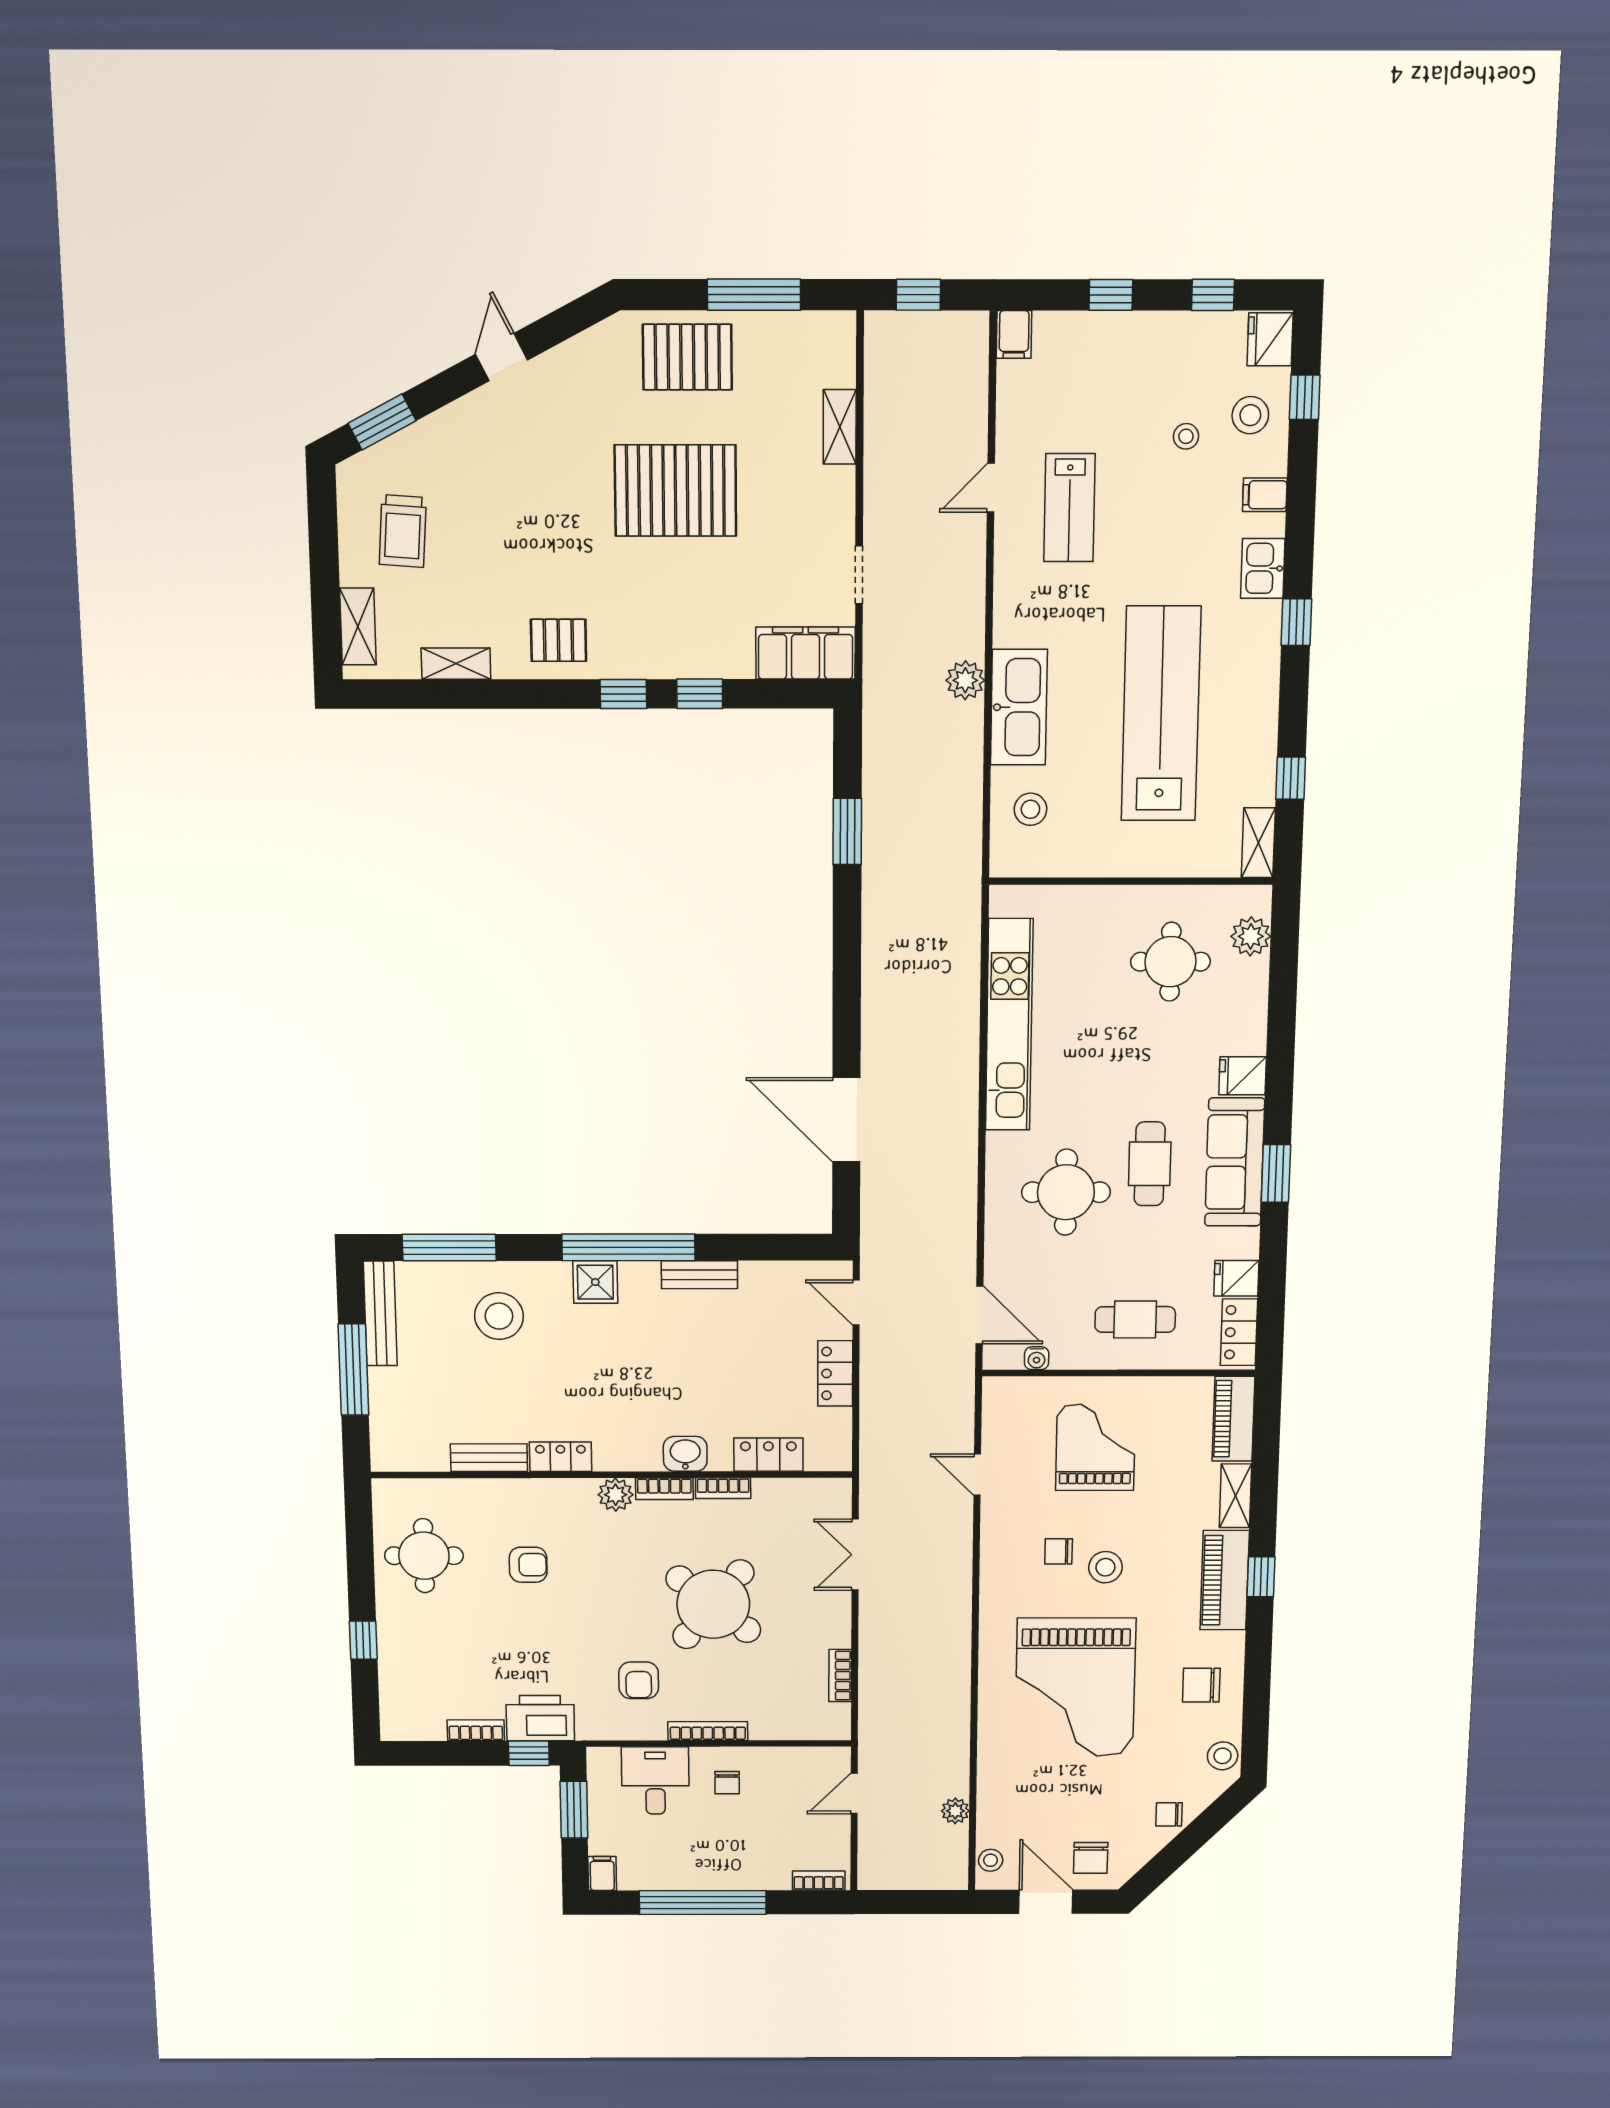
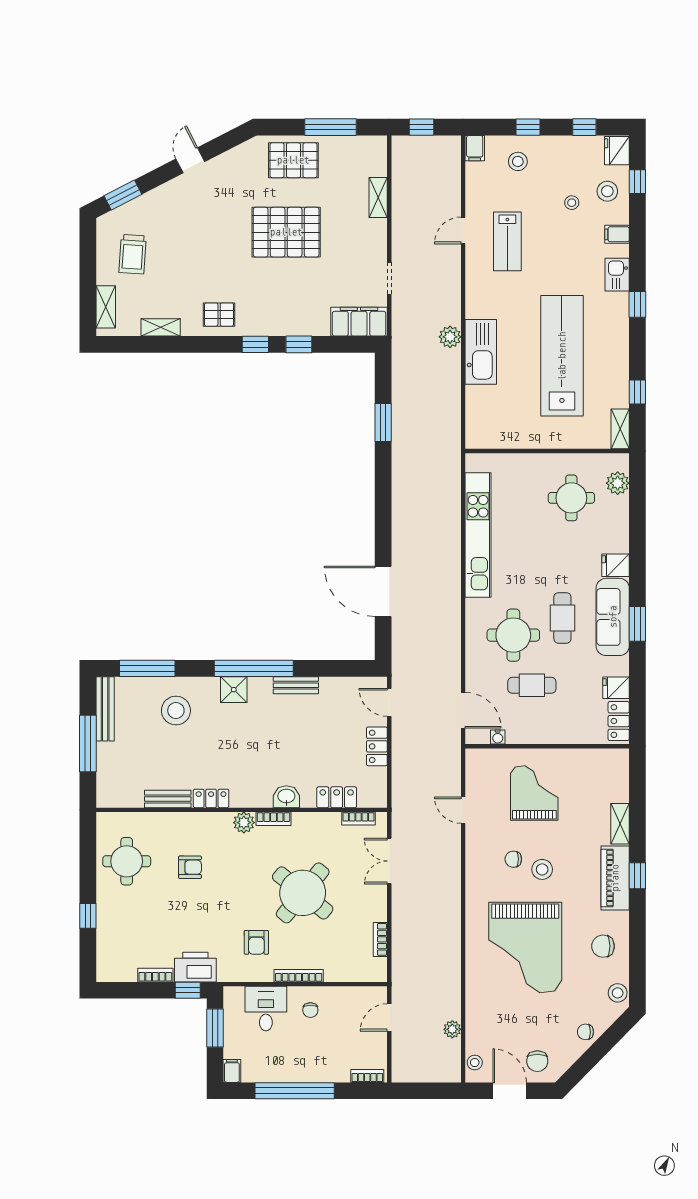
stool: (1030, 809) -> (518, 161), moved
cafe table: (1135, 1319) -> (532, 685), moved
piano: (1233, 1419) -> (617, 775), removed
bookcase: (723, 1488) -> (358, 819), moved

